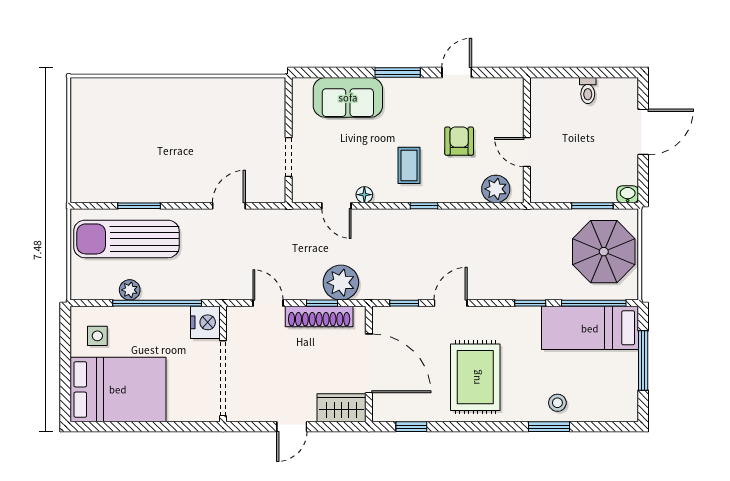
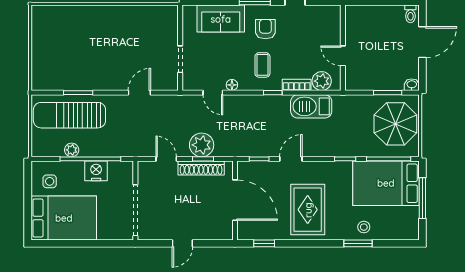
toilet: (588, 91) -> (410, 14), moved
armchair: (459, 141) -> (265, 29), moved
bookcase: (459, 195) -> (297, 85), added
barbecue: (480, 226) -> (311, 106), added
plant: (341, 283) -> (202, 145), moved
nightstand: (205, 322) -> (96, 171), moved, turned -90
bed: (590, 328) -> (386, 183), width x1.50
wardrobe: (342, 408) -> (216, 230), removed

